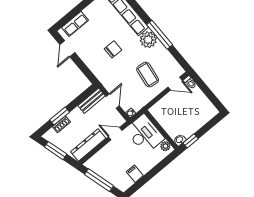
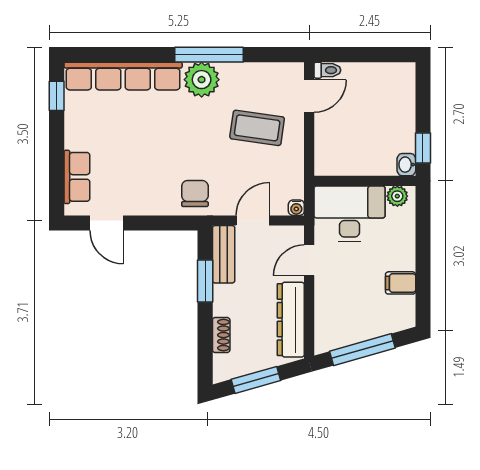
chair: (113, 49) -> (195, 193), moved
door: (113, 101) -> (253, 220), hinge flipped
window: (60, 116) -> (205, 281), moved

